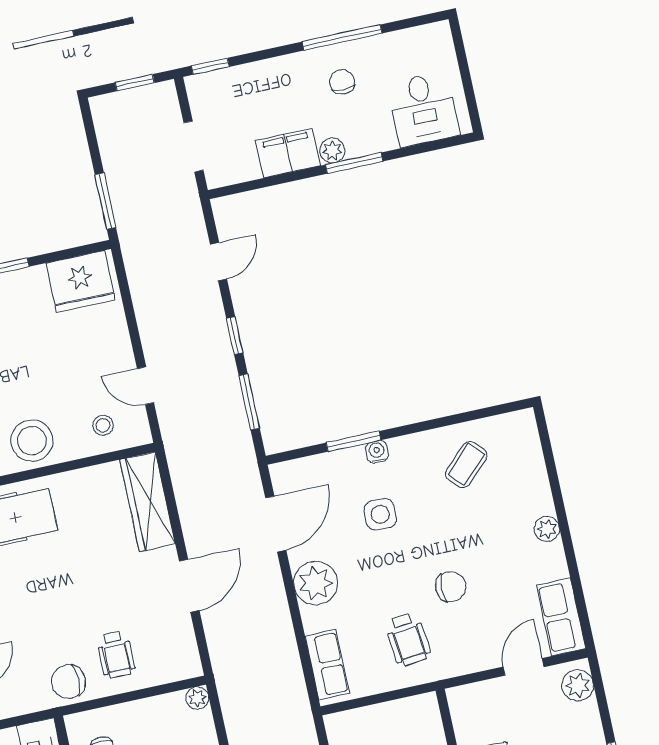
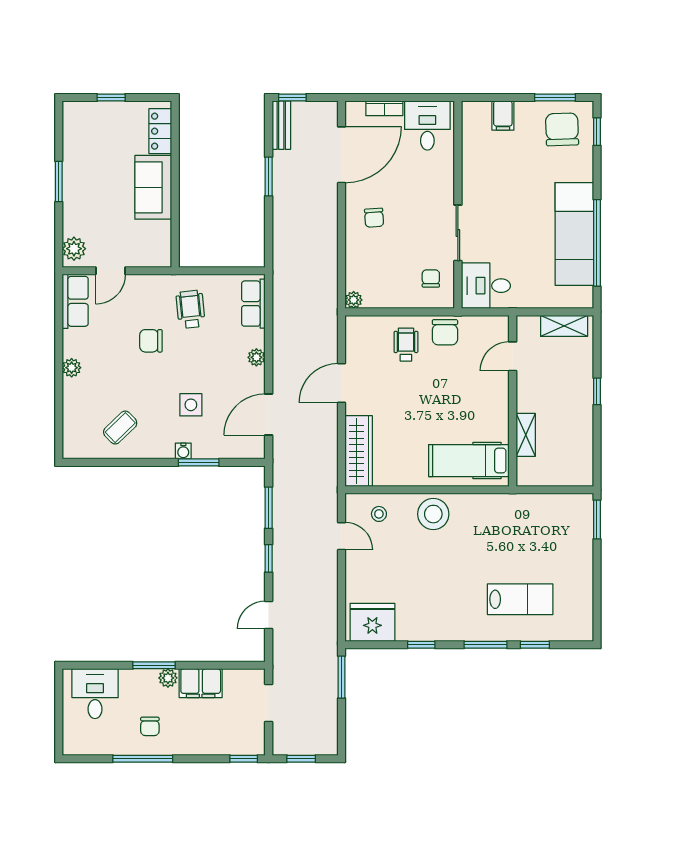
plant: (316, 583) -> (256, 357), width x0.53, depth x0.53
chair: (68, 682) -> (445, 332), turned 90

